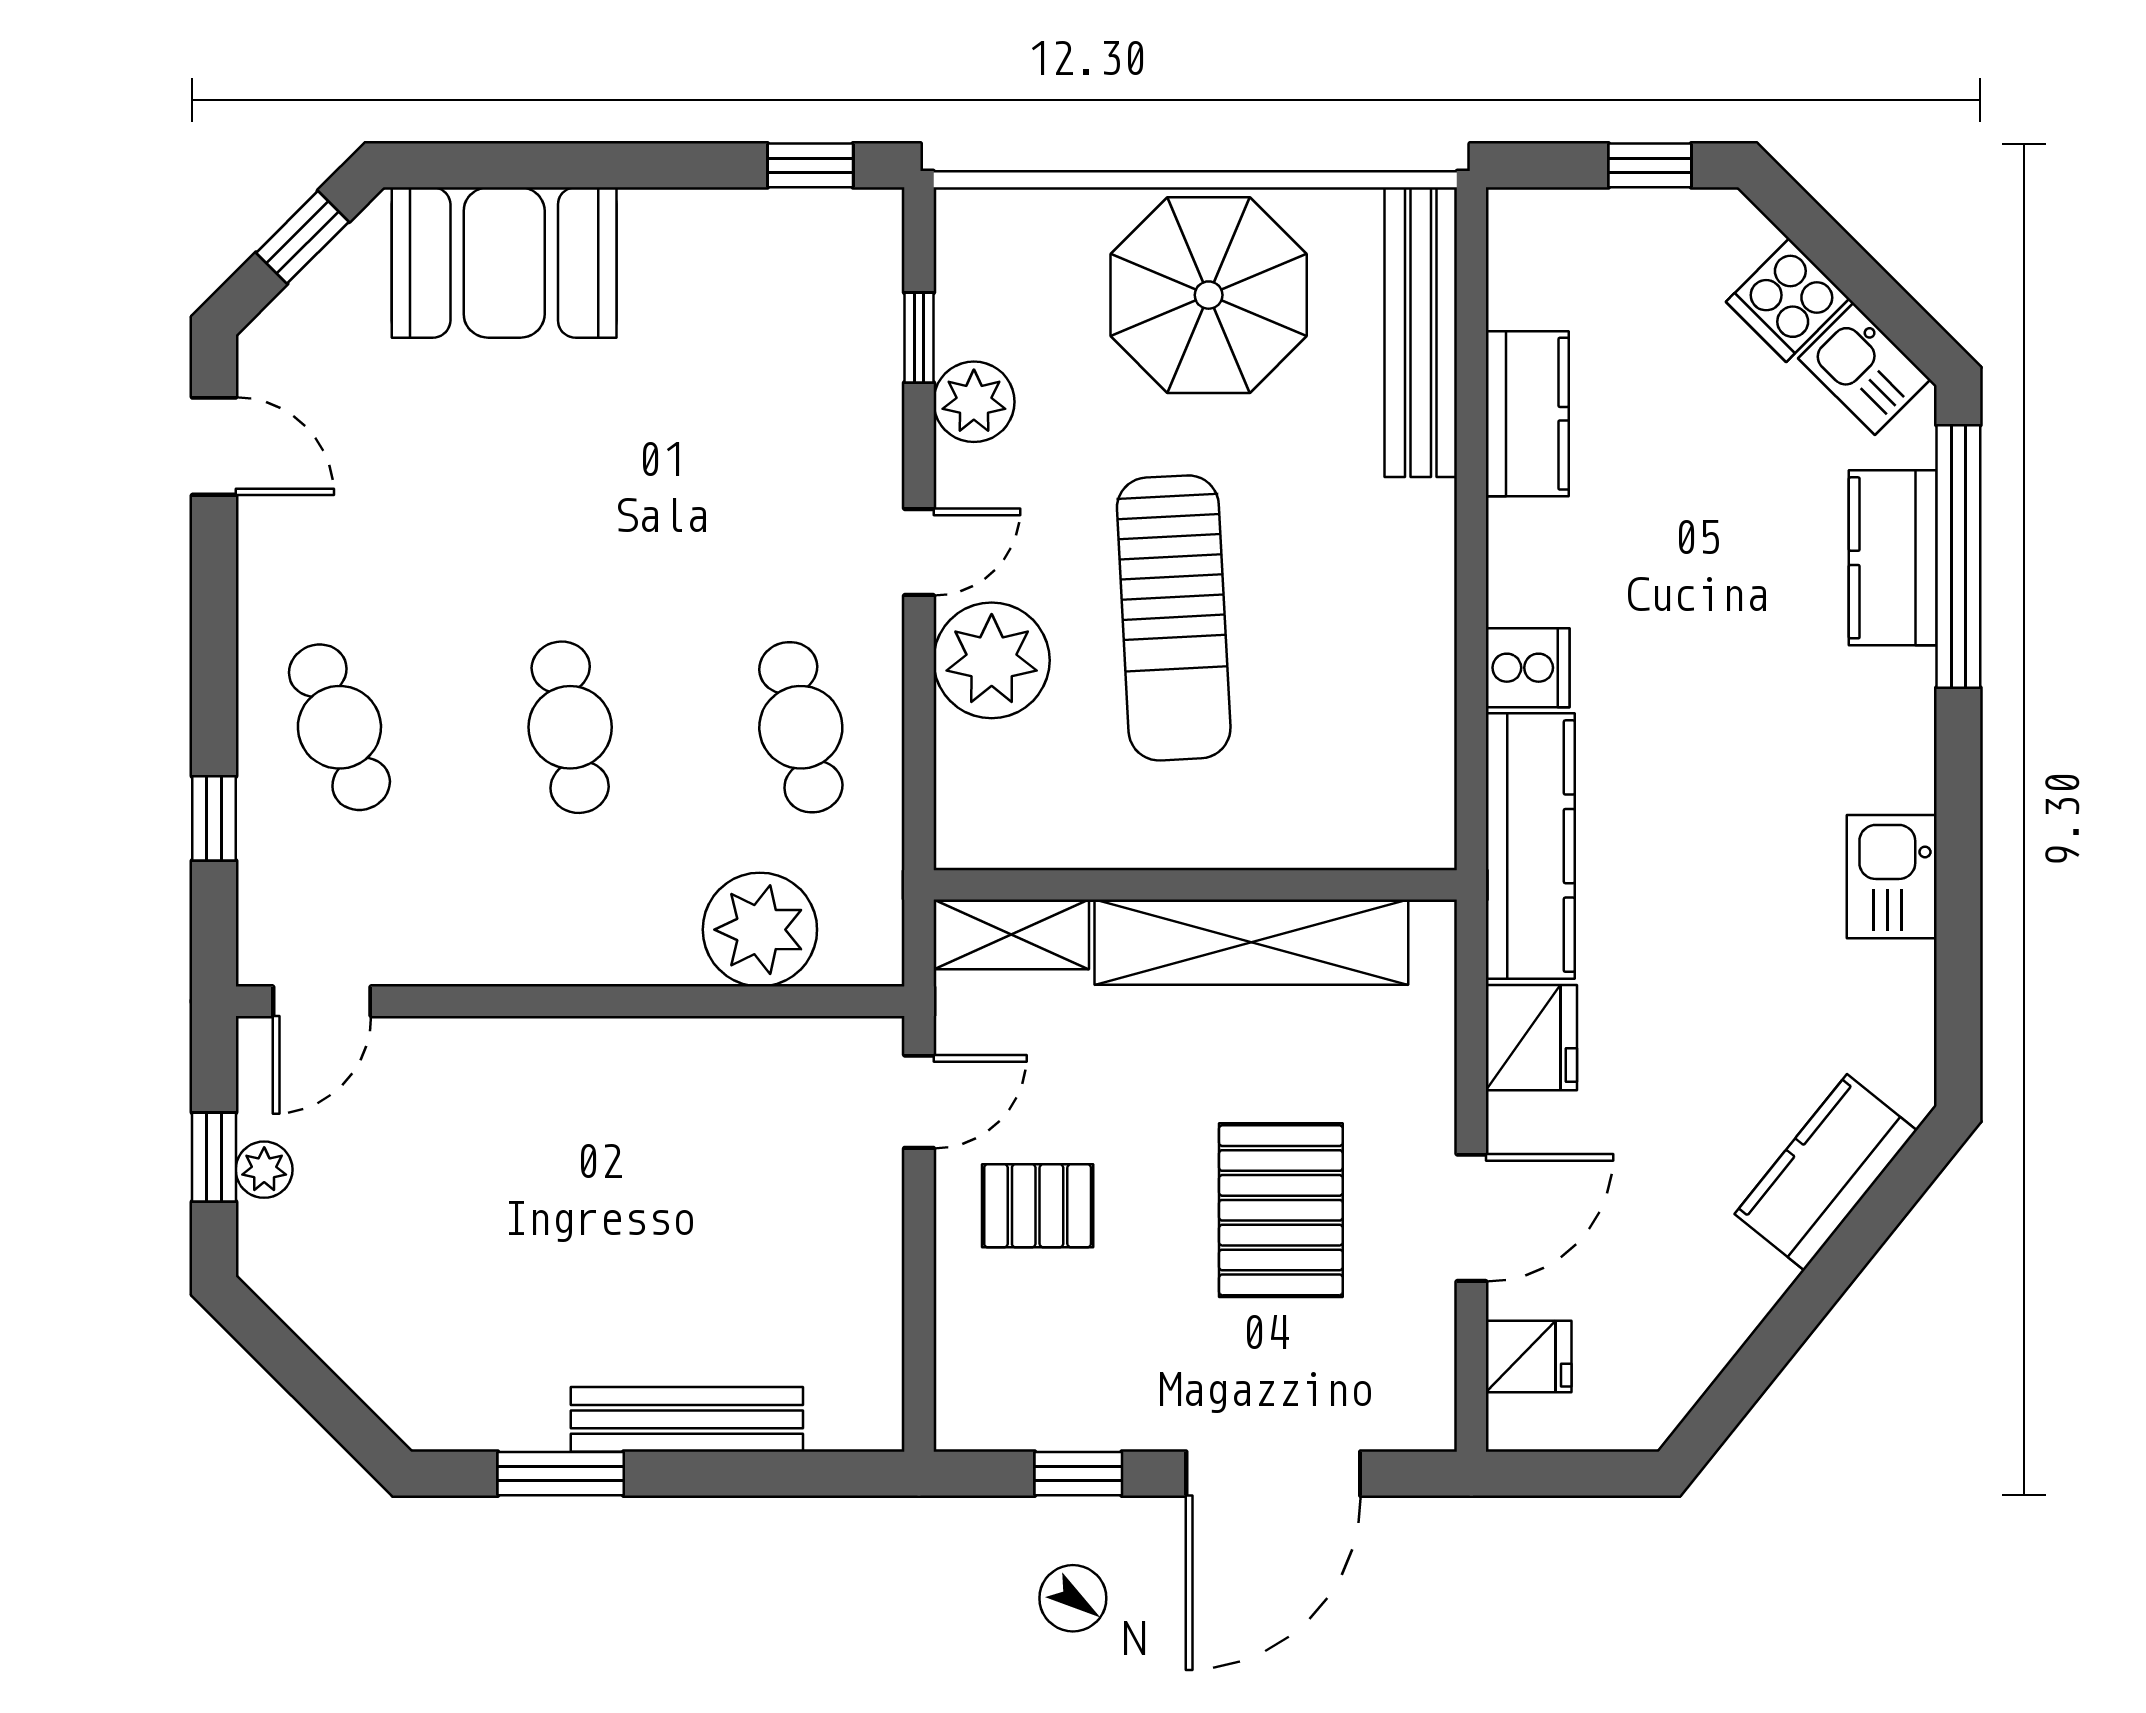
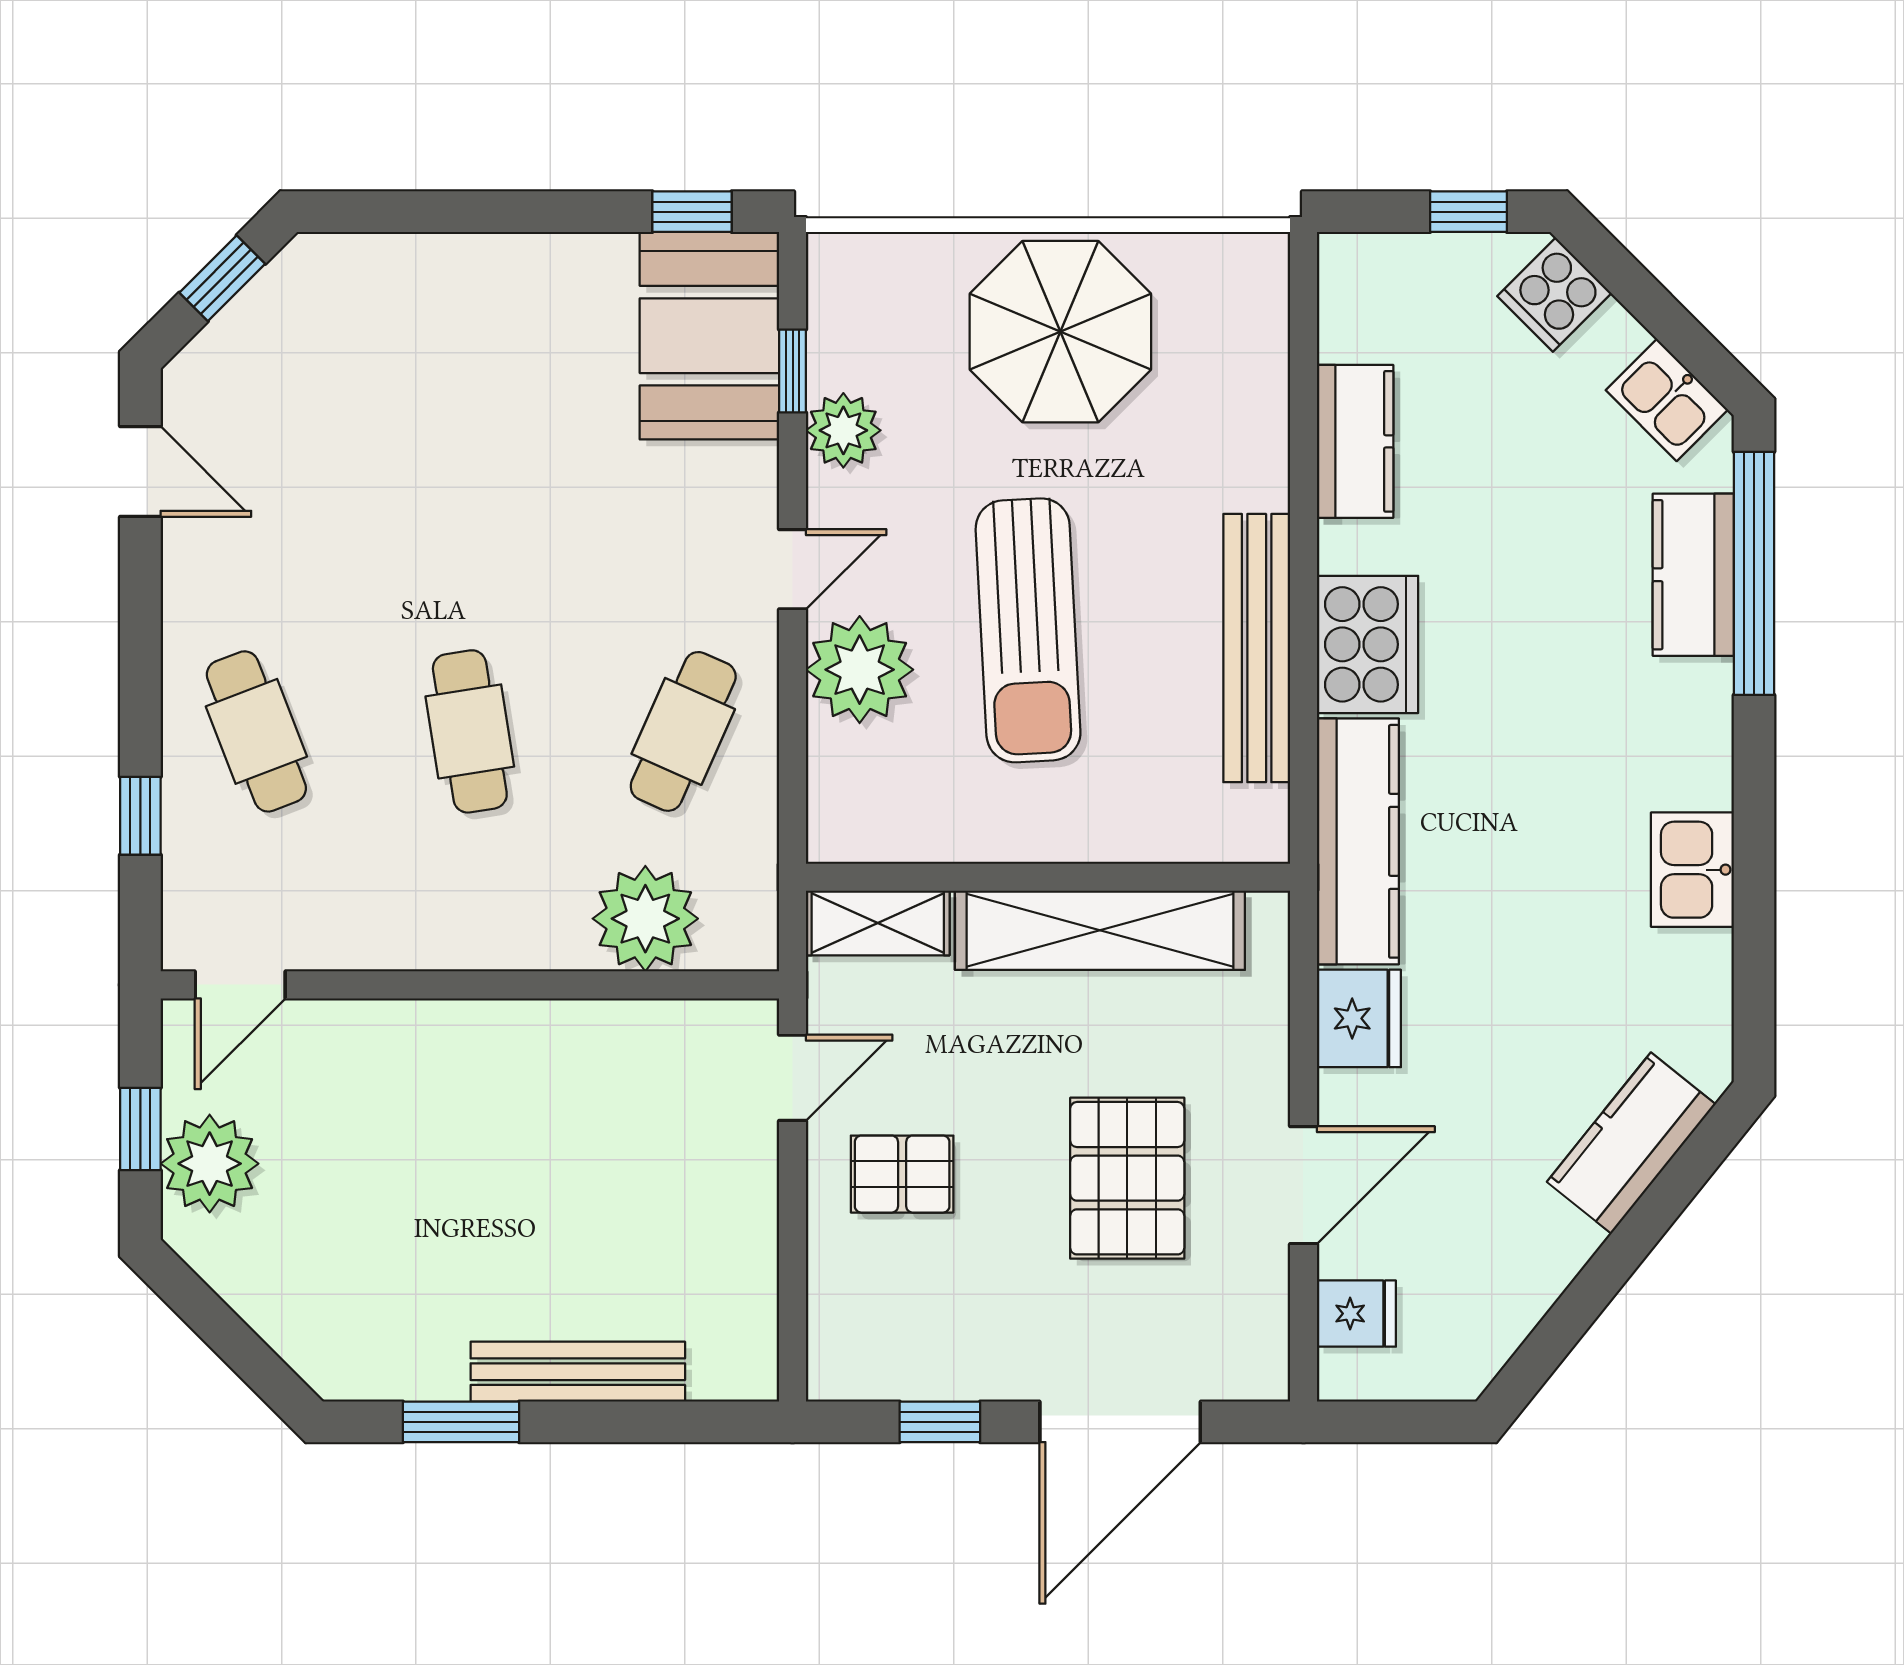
booth: (504, 262) -> (709, 336), moved, turned 90
cooker: (1788, 300) -> (1554, 295), moved
bench: (1421, 332) -> (1257, 648), moved
cooker: (1528, 668) -> (1368, 644), width x1.87, depth x1.31
cafe table: (801, 727) -> (683, 731), turned 36
plant: (264, 1170) -> (210, 1164), width x1.87, depth x1.87

